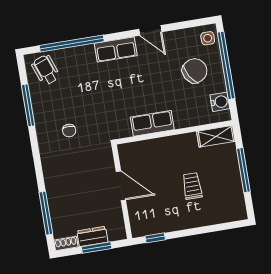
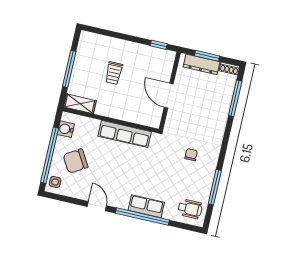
window: (72, 43) -> (142, 217), moved
row of seats: (116, 49) -> (146, 206), moved
wheelchair: (46, 70) -> (190, 209), turned -70
row of seats: (152, 123) -> (125, 134), width x1.48
dresser: (92, 236) -> (202, 64), width x1.44

